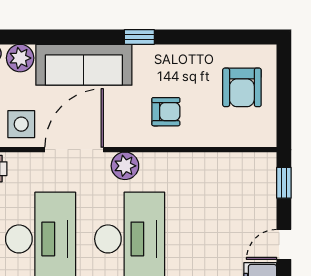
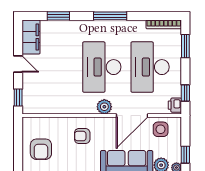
armchair: (242, 87) -> (41, 149), turned 180
door: (284, 244) -> (18, 64), hinge flipped

